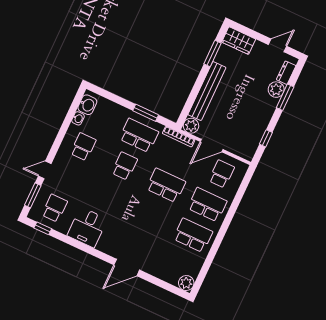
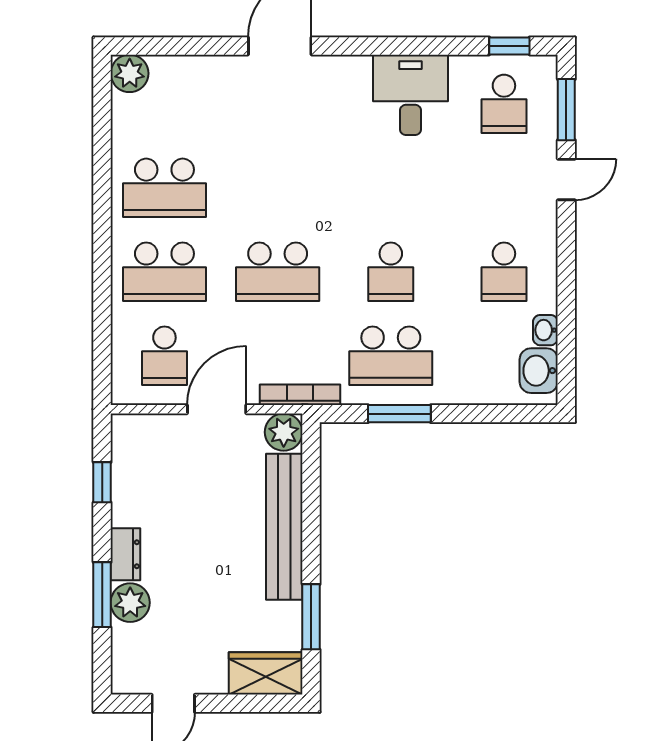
dresser: (286, 73) -> (125, 554), moved

